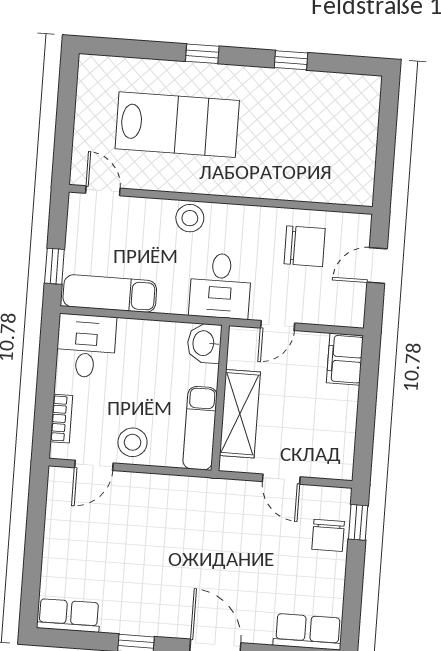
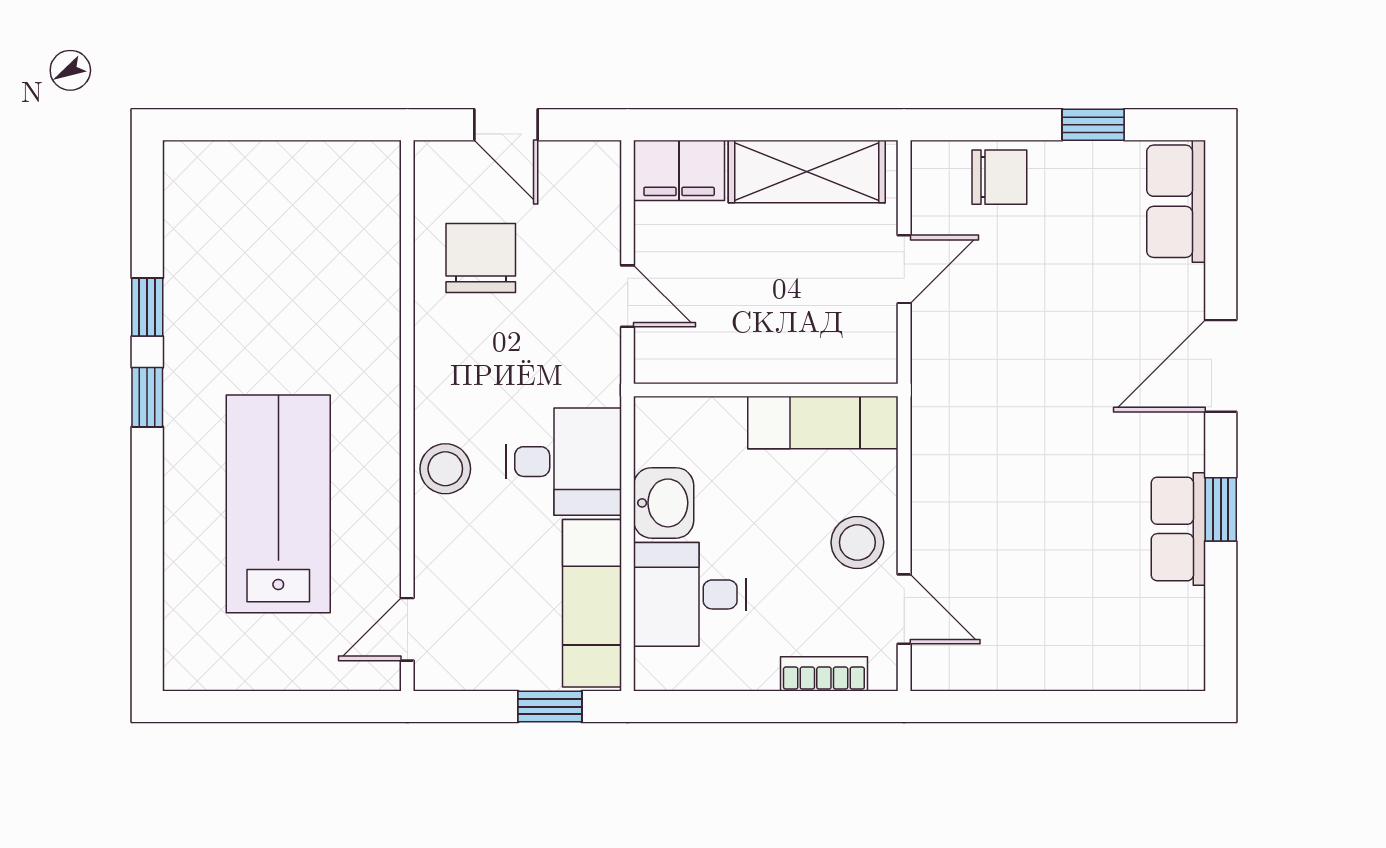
window: (202, 54) -> (147, 397), moved
desk: (220, 286) -> (563, 462), moved
washbasin: (204, 343) -> (664, 503), moved, turned -90
desk: (86, 346) -> (690, 594), moved
shelving: (240, 414) -> (807, 171), moved
window: (358, 522) -> (1093, 125), moved
row of seats: (69, 616) -> (1178, 529), moved

